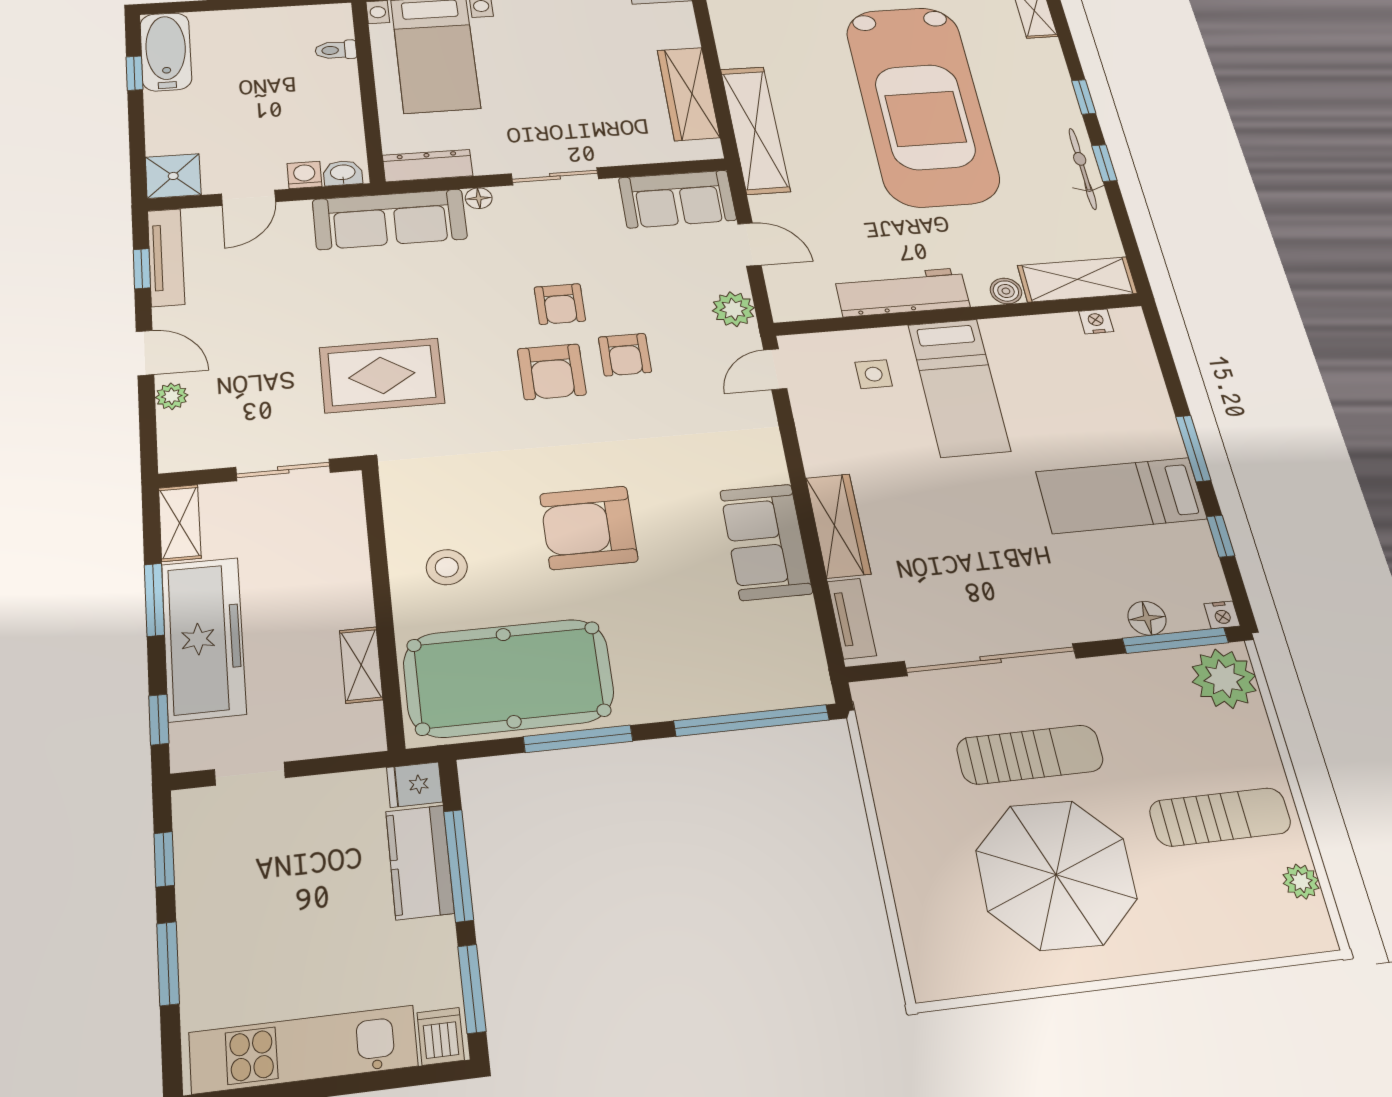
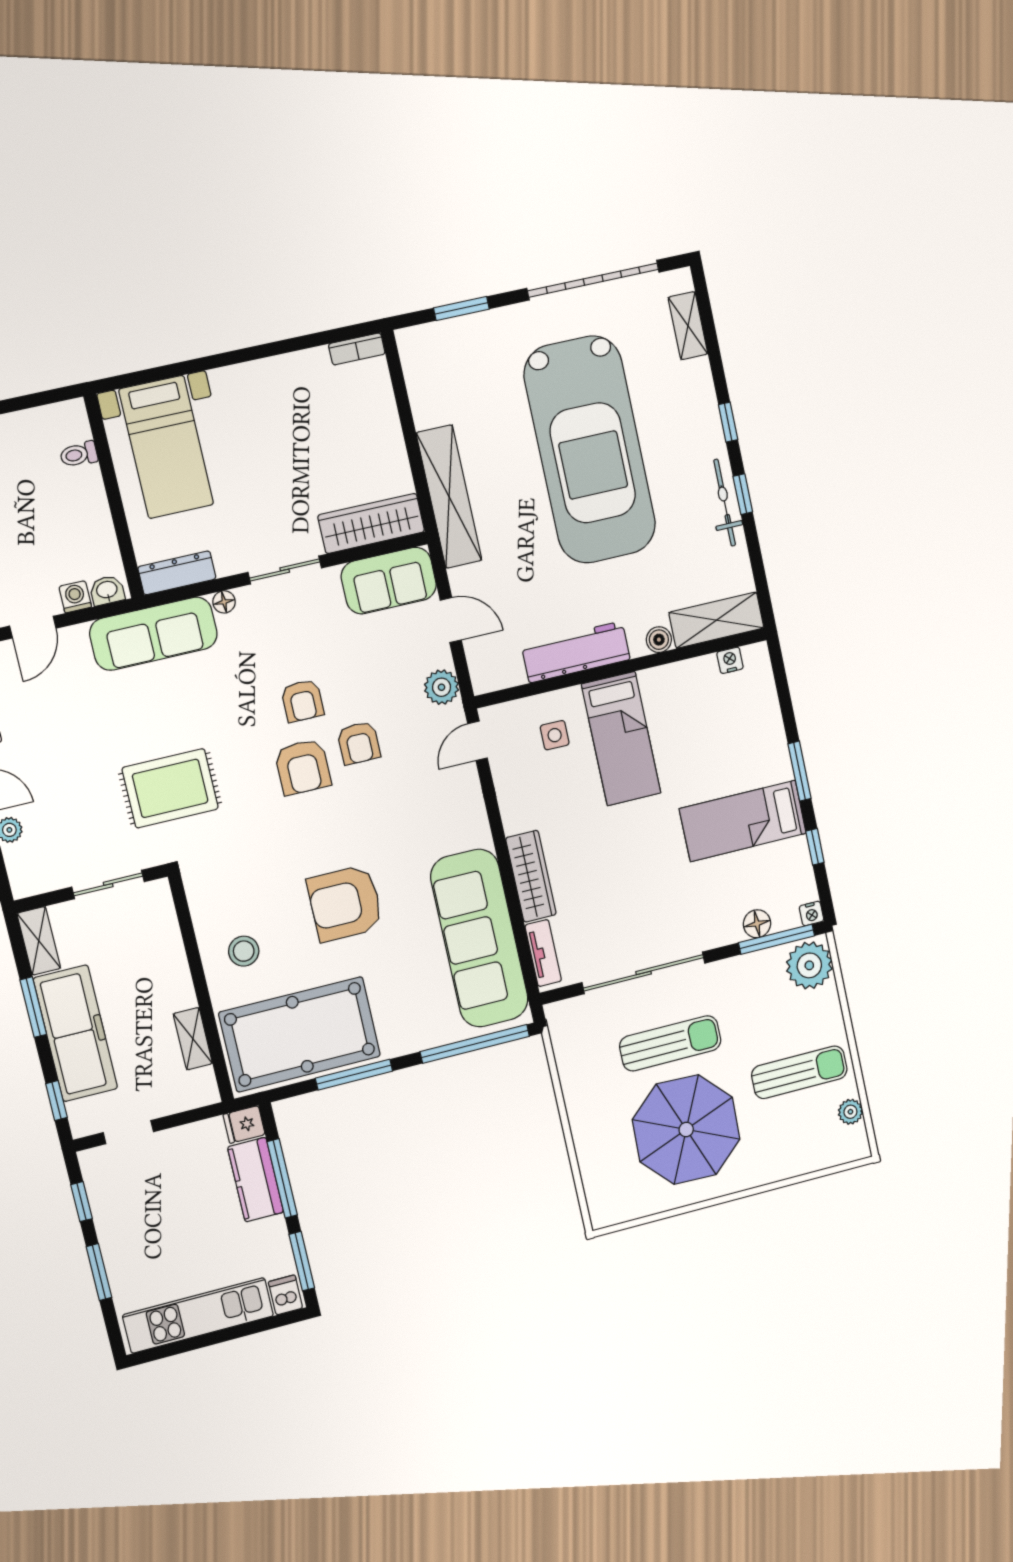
wardrobe: (688, 94) -> (371, 523), moved, turned 90
sofa: (766, 542) -> (479, 938), width x1.85, depth x1.27

